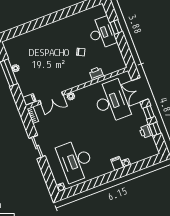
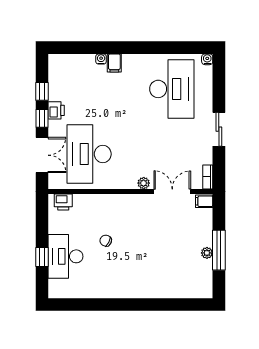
printer: (96, 73) -> (63, 202), moved
printer: (146, 131) -> (56, 110), moved

